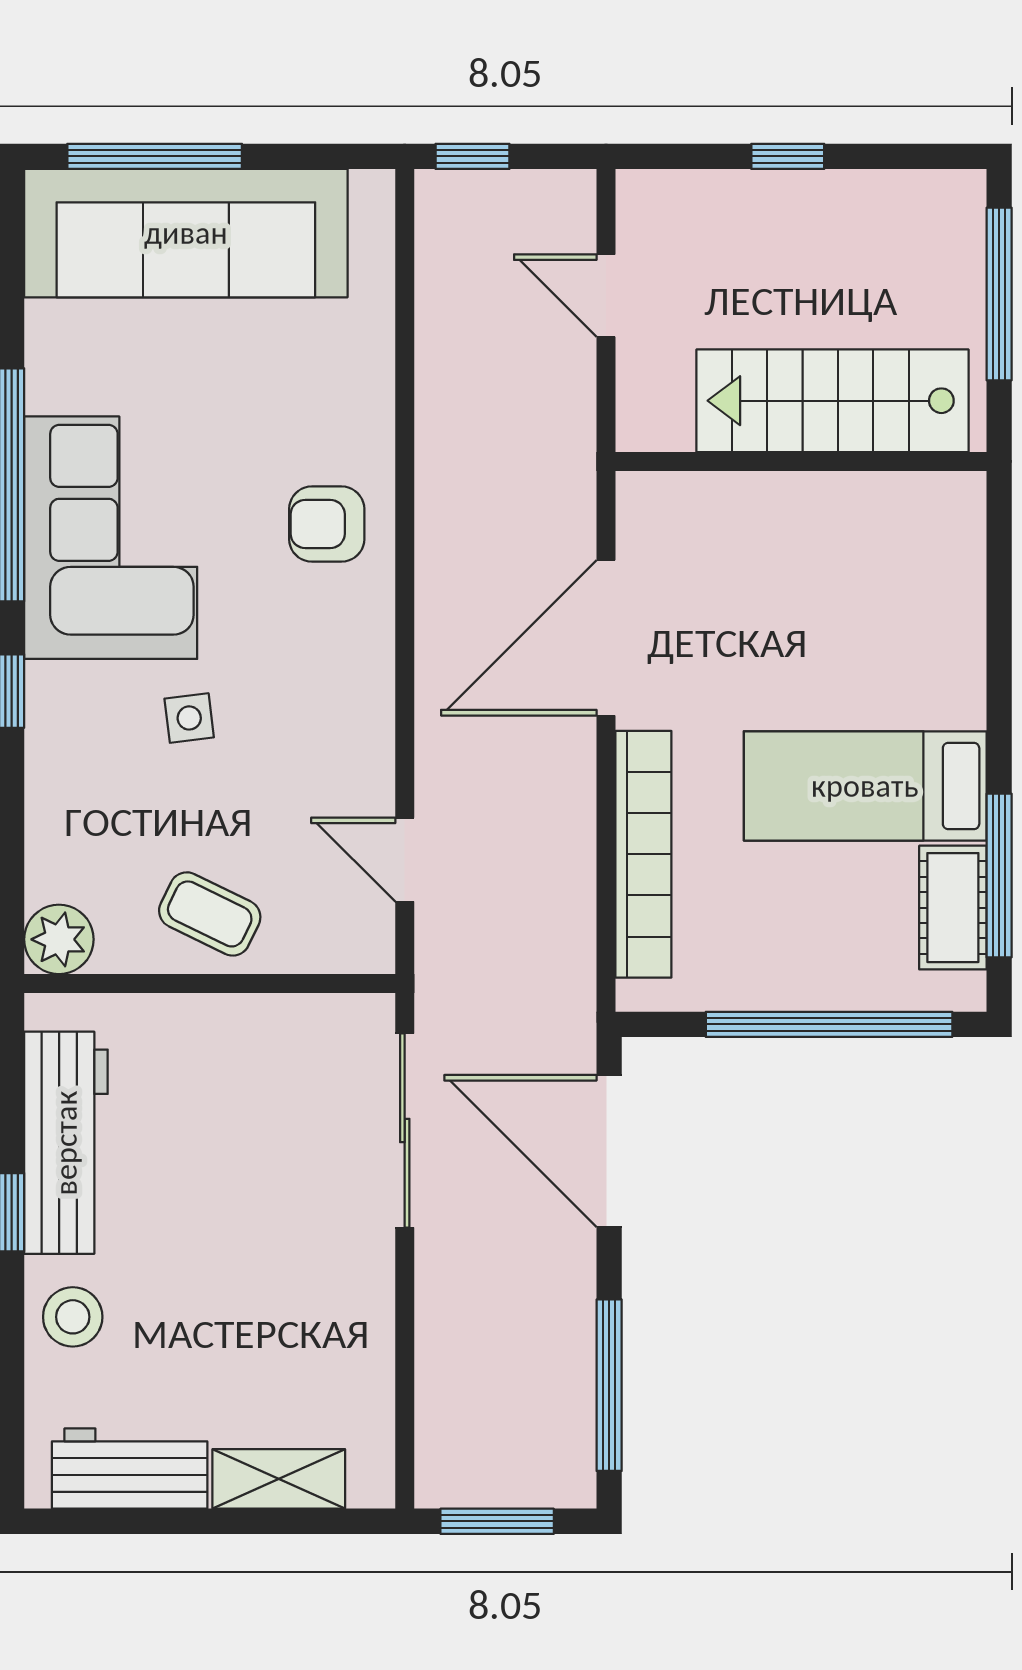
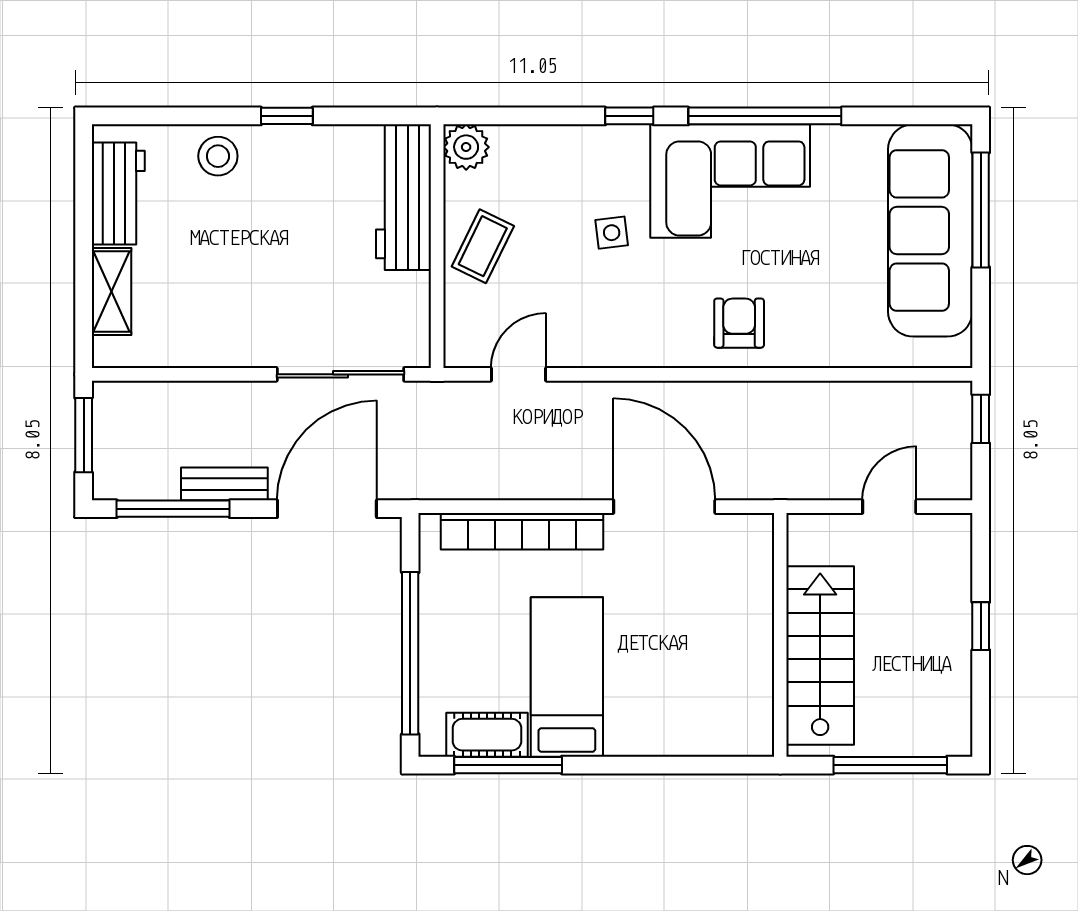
workbench: (66, 1143) -> (403, 197), moved, turned 90
bench: (571, 1307) -> (224, 484), added

